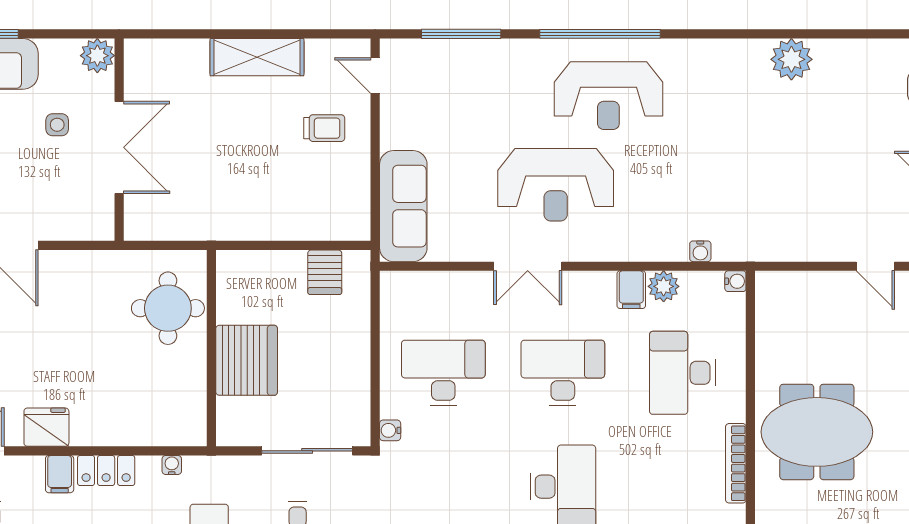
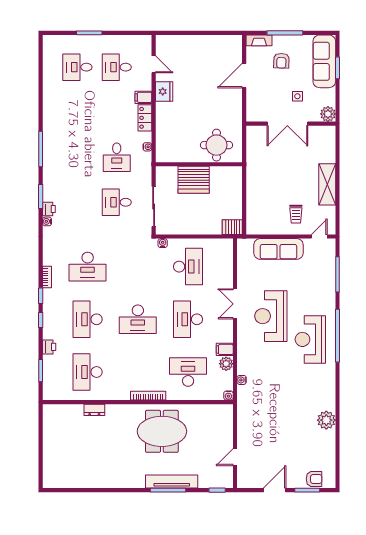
sofa: (403, 206) -> (279, 249), moved
server rack: (325, 272) -> (232, 227), moved
desk: (563, 373) -> (188, 319), turned 180
meeting table: (817, 432) -> (162, 431), turned 90

